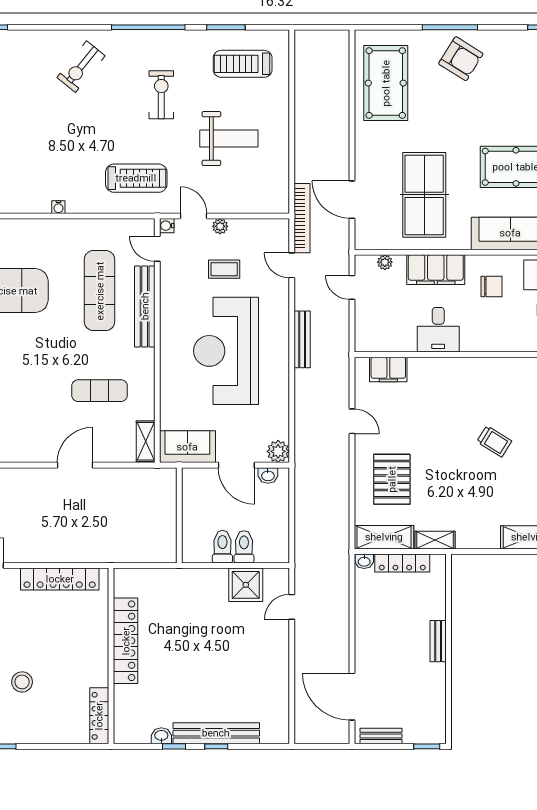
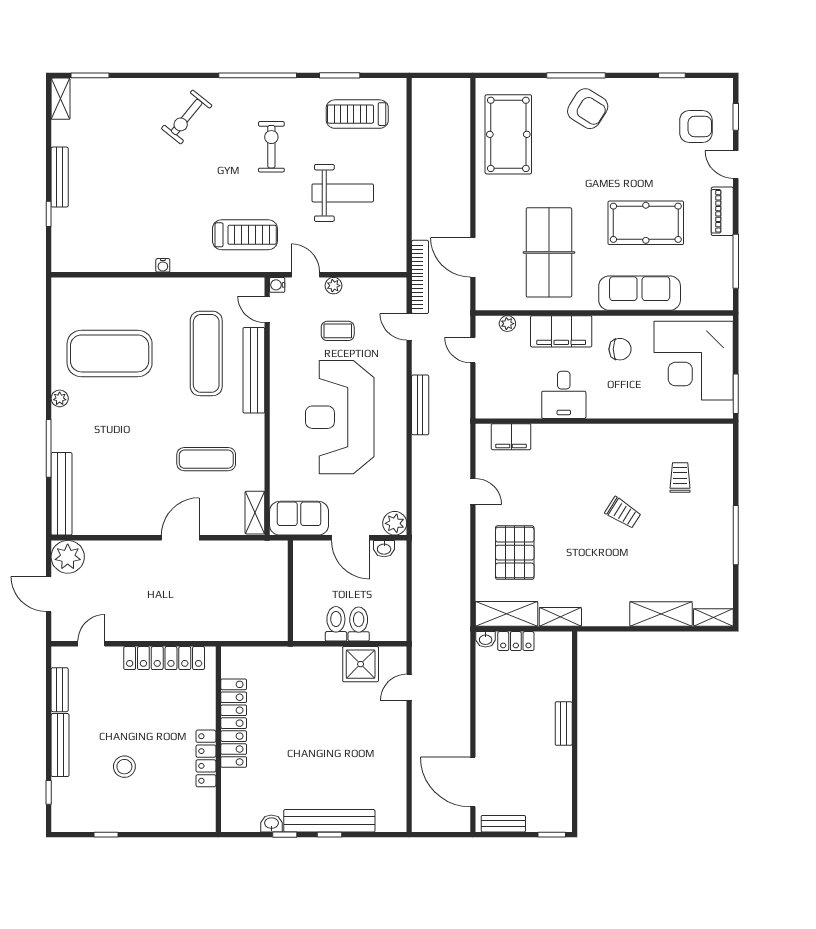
locker: (402, 563) -> (516, 641), width x0.66
locker: (99, 716) -> (206, 758), moved

